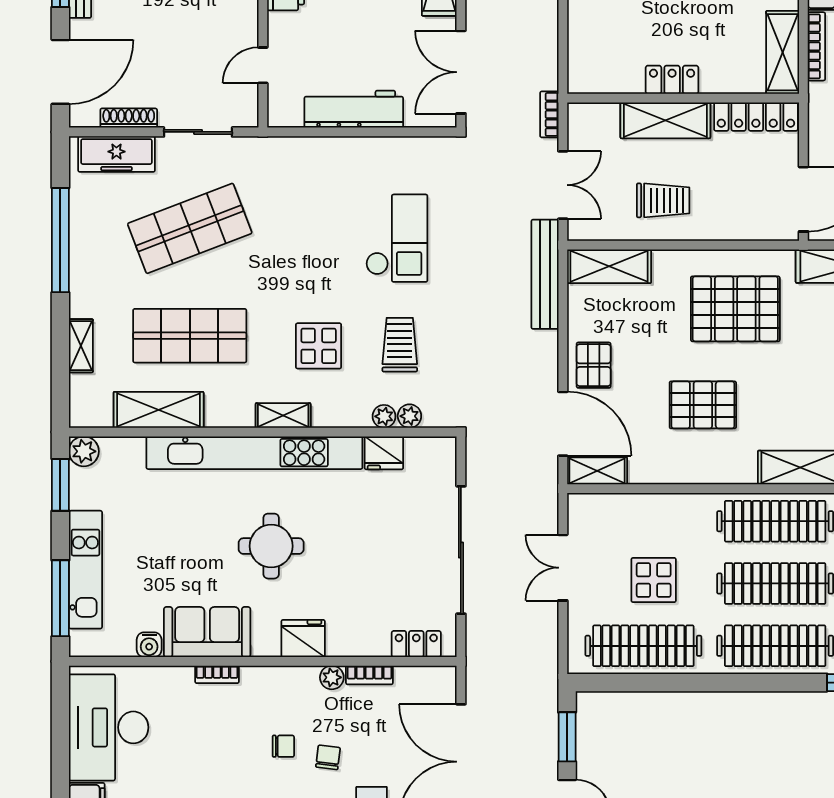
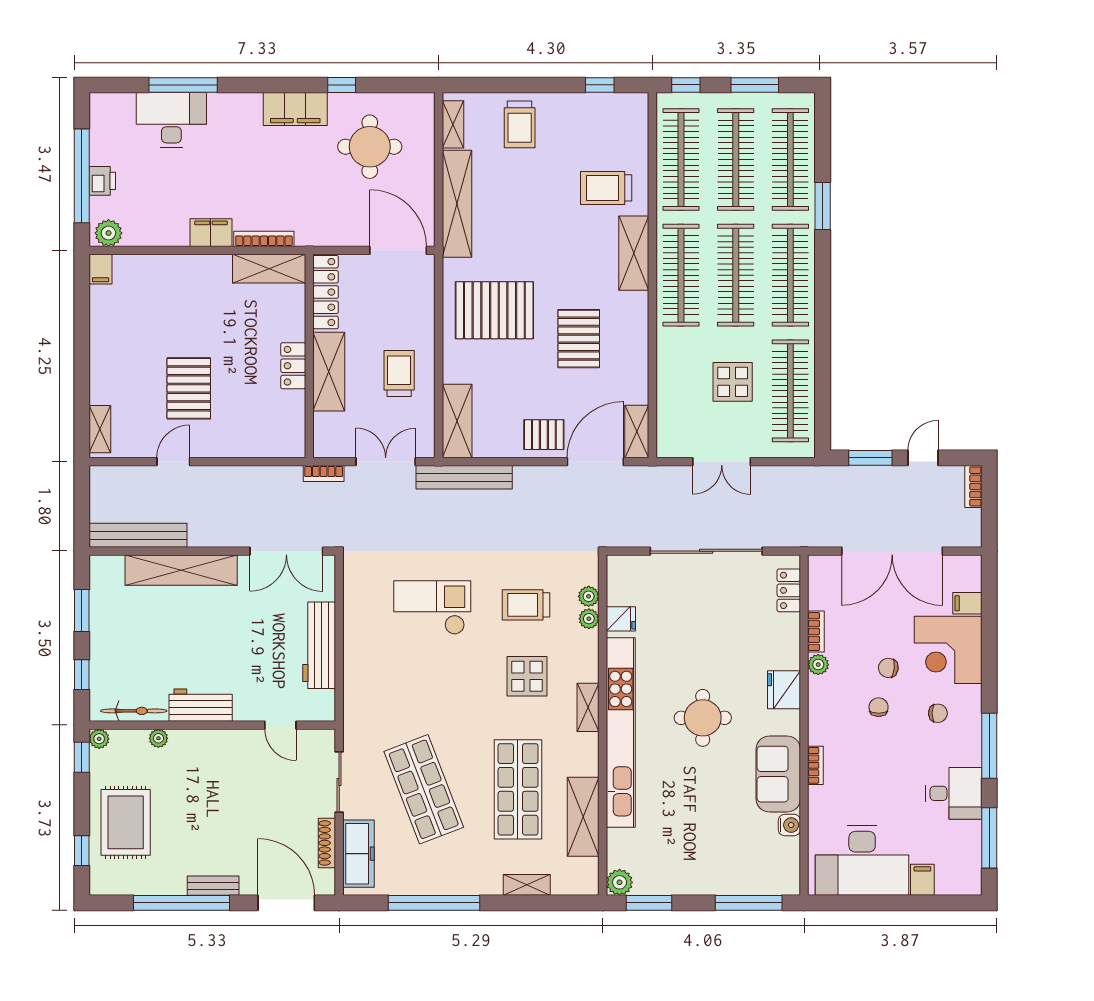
pallet: (735, 309) -> (494, 310), turned 90
fridge: (384, 453) -> (621, 619), width x0.72
kitchen unit: (85, 570) -> (723, 881), removed

